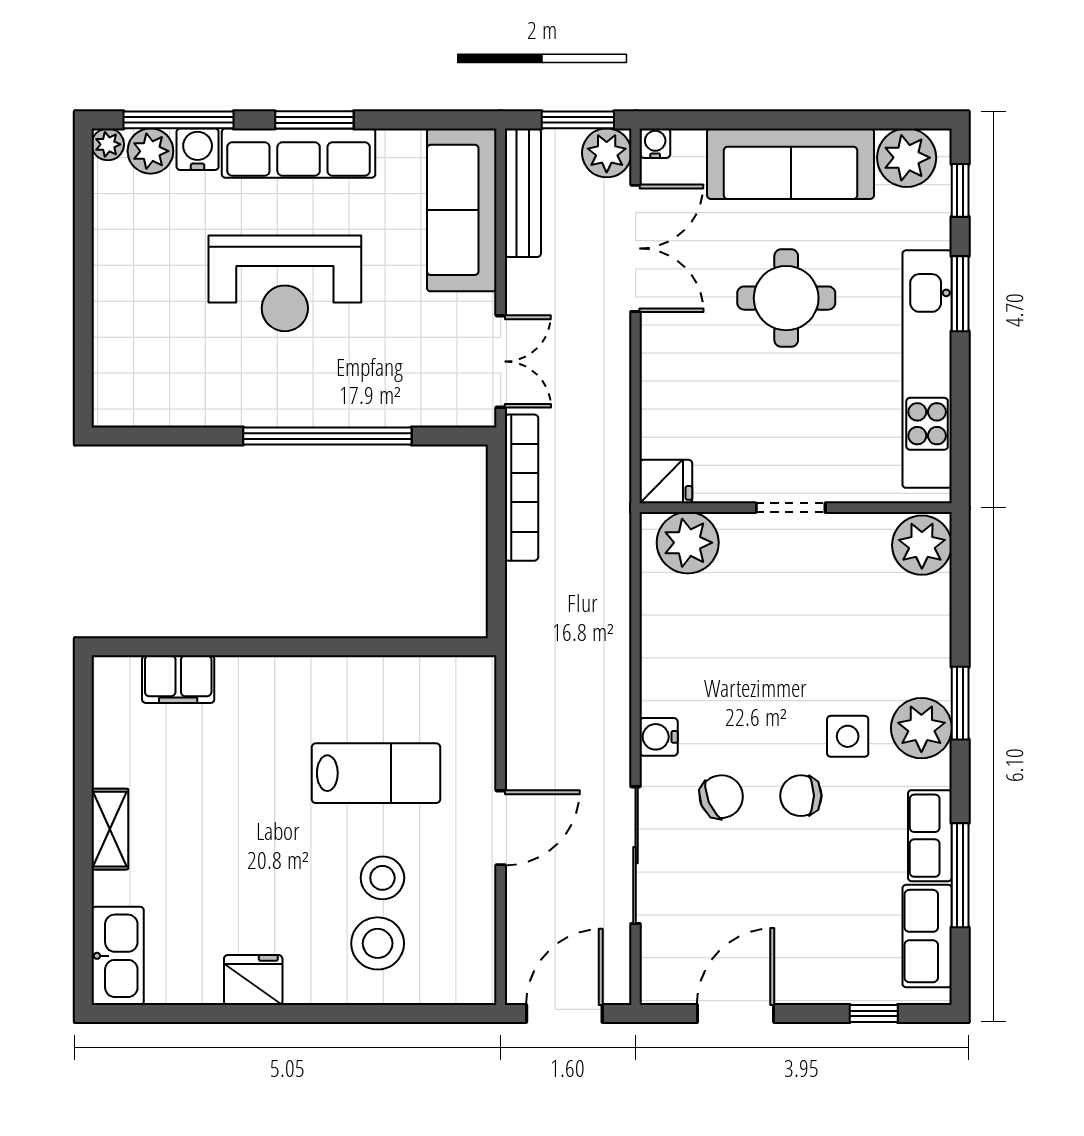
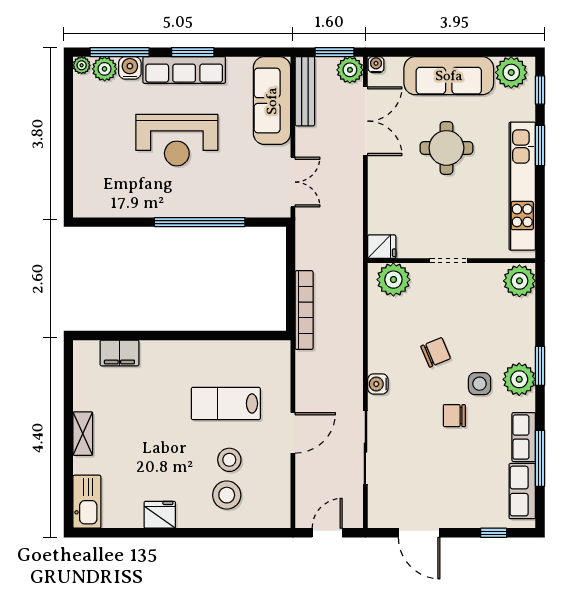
bookcase: (521, 488) -> (304, 310), moved
lab bench: (376, 773) -> (226, 404), turned 180
chair: (721, 797) -> (436, 352), moved
door: (564, 1014) -> (327, 533), width x0.73
door: (736, 1014) -> (419, 533), swing flipped

